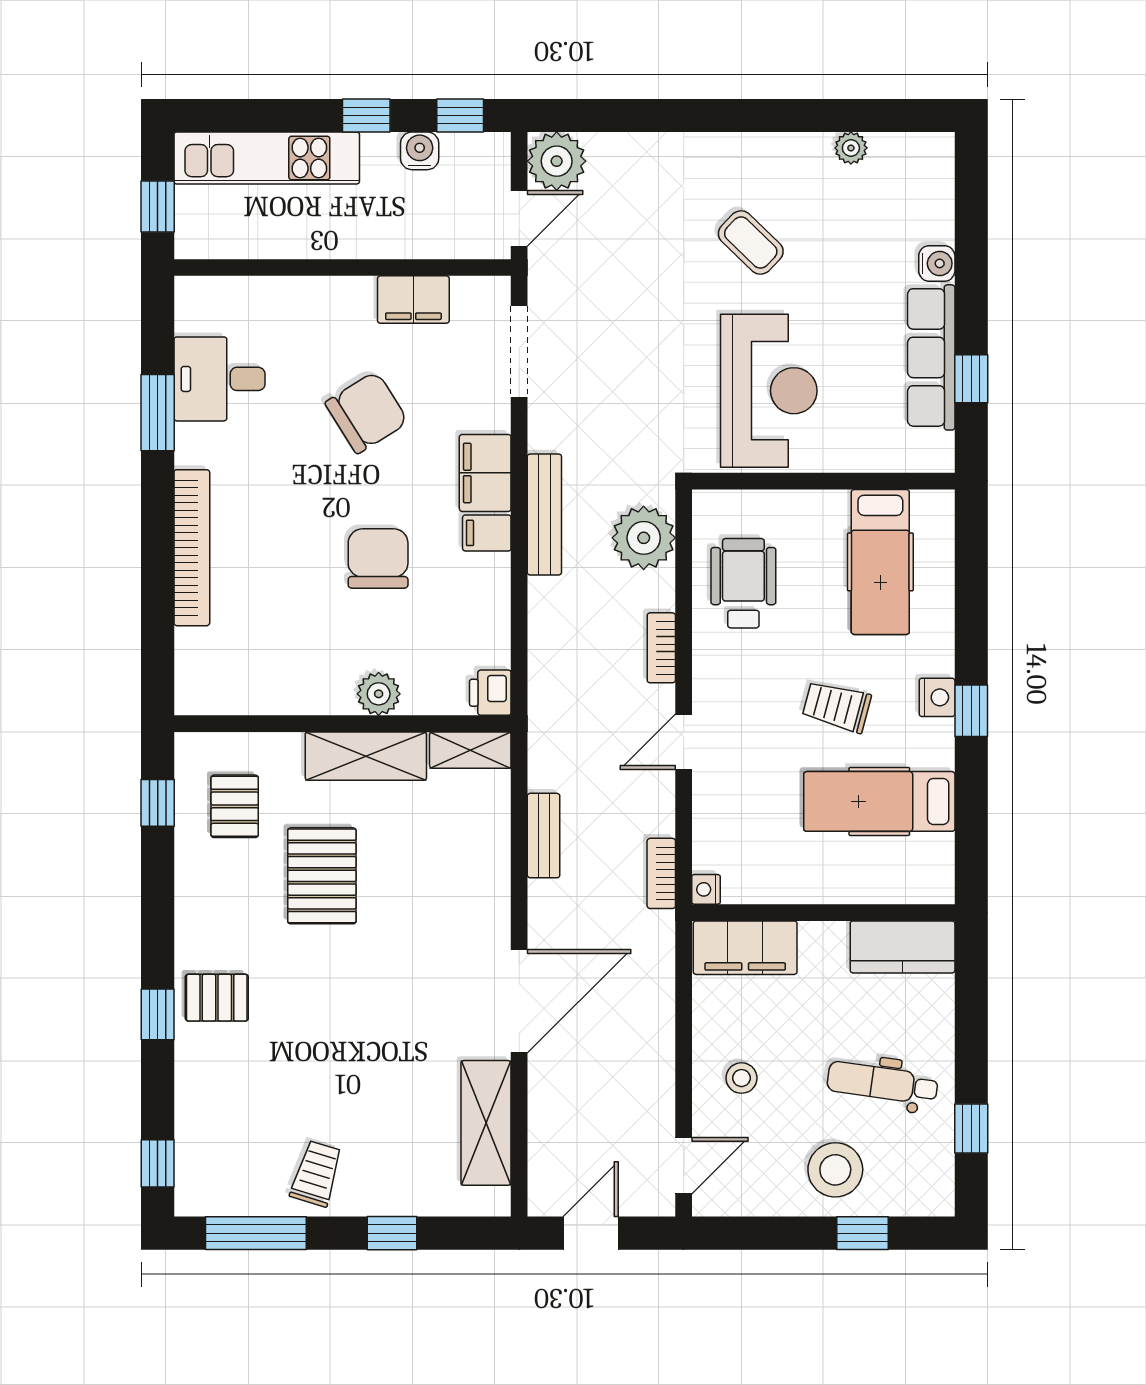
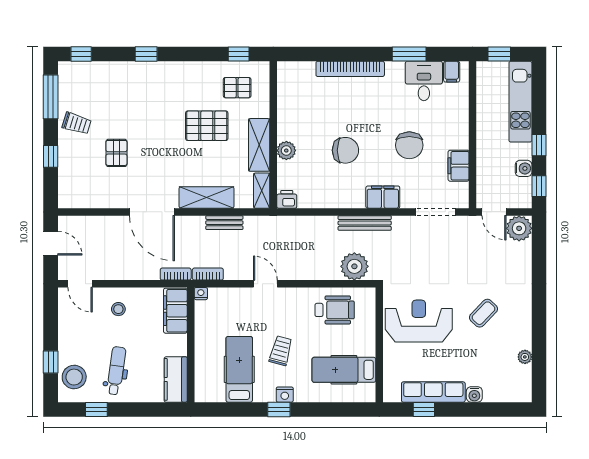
reception desk: (769, 391) -> (419, 321), turned 180
chair: (367, 412) -> (409, 145), turned 32
filing cabinet: (487, 533) -> (452, 72), moved, turned 180
bookcase: (661, 648) -> (176, 274), moved
pallet: (217, 998) -> (116, 153), moved
shelving: (486, 1123) -> (206, 197), moved
stool: (835, 1170) -> (74, 377), moved

